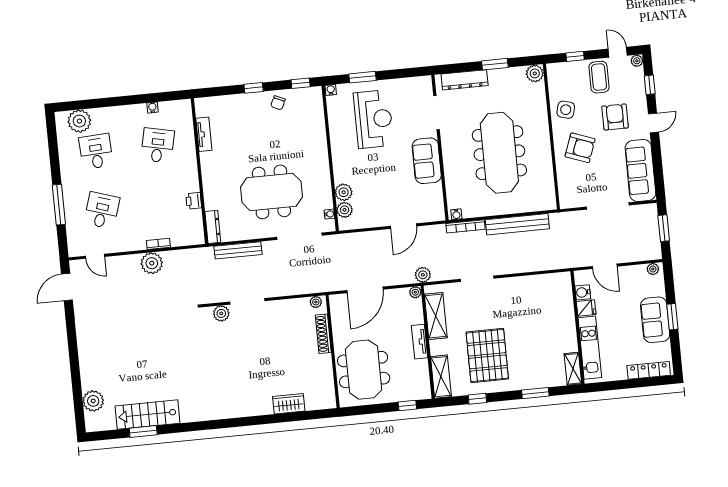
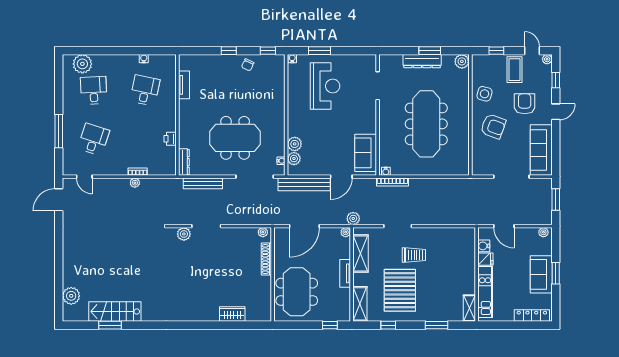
dresser: (465, 80) -> (422, 61), moved
sofa: (427, 161) -> (366, 153), moved
bench: (517, 224) -> (304, 184), moved
plant: (152, 263) -> (135, 183), width x0.53, depth x0.53
trolley: (500, 312) -> (414, 255), added

